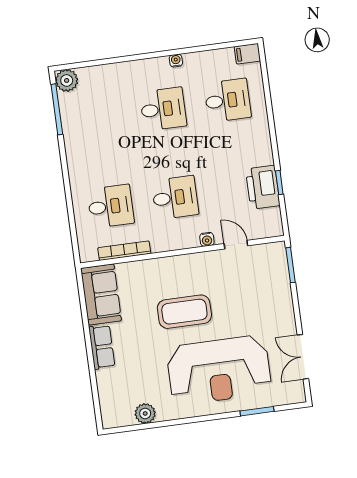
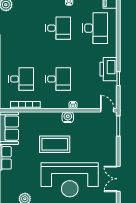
desk: (228, 100) -> (95, 28), width x1.37
printer: (263, 187) -> (108, 69), moved
door: (236, 245) -> (107, 110), moved
water cooler: (201, 262) -> (68, 117), added

